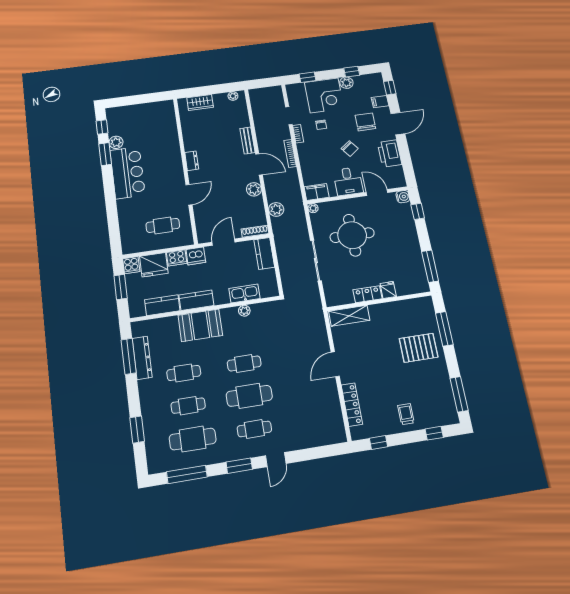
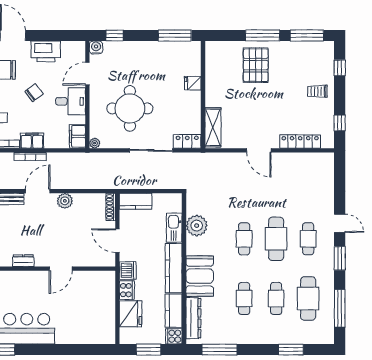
filing cabinet: (305, 153) -> (32, 141), added
door: (189, 195) -> (61, 269), swing flipped
plant: (276, 209) -> (90, 181), removed
cafe table: (163, 225) -> (90, 300), removed
cooker: (131, 265) -> (174, 336), moved, turned 180
locker: (368, 294) -> (187, 141), moved, turned 90
kitchen counter: (196, 300) -> (174, 268), width x1.50
plant: (244, 311) -> (197, 226), width x1.88, depth x1.88
window: (444, 329) -> (263, 35), moved
dresser: (142, 358) -> (193, 318), moved, turned 90

